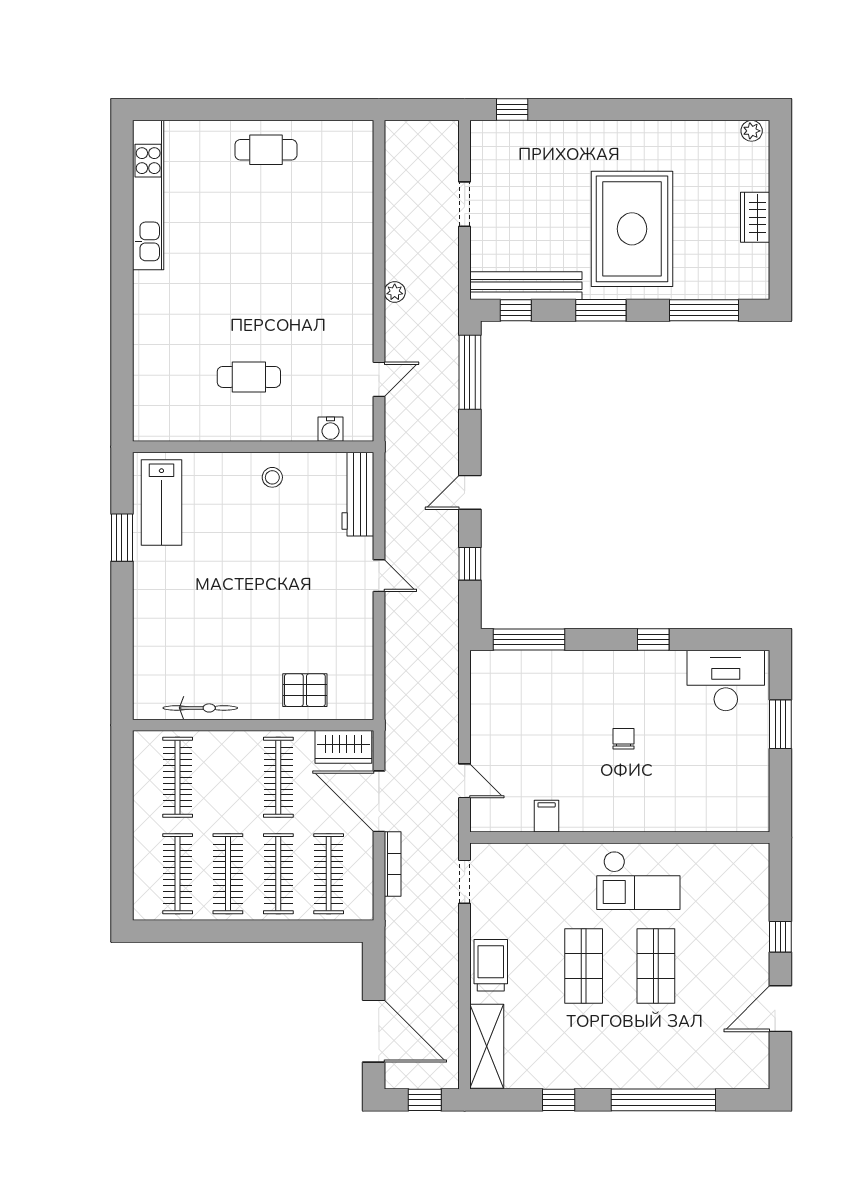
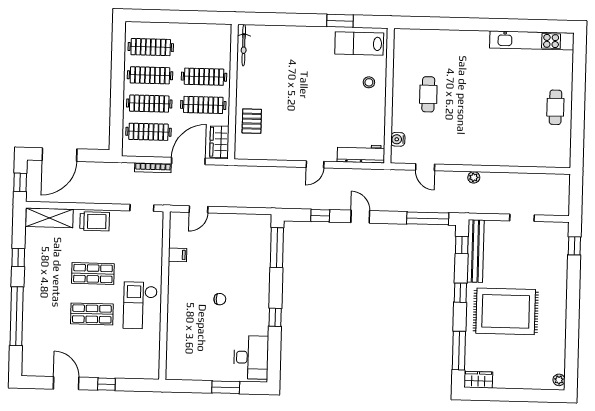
wardrobe: (755, 217) -> (478, 380), moved
window: (601, 310) -> (460, 293), width x0.67
stool: (272, 477) -> (369, 82), moved
bicycle: (200, 708) -> (244, 45), moved
clothes rail: (178, 777) -> (204, 77), moved

